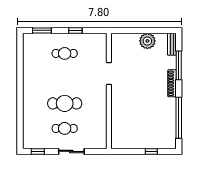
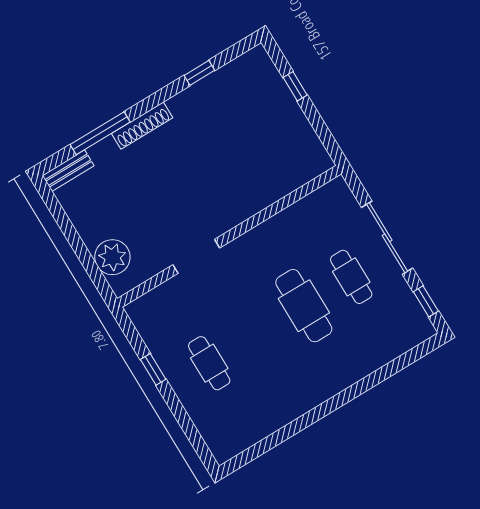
window: (42, 30) -> (192, 433), removed
plant: (147, 41) -> (112, 257), moved
window: (179, 118) -> (199, 73), width x0.32
sliding door: (71, 151) -> (387, 238), width x1.37

